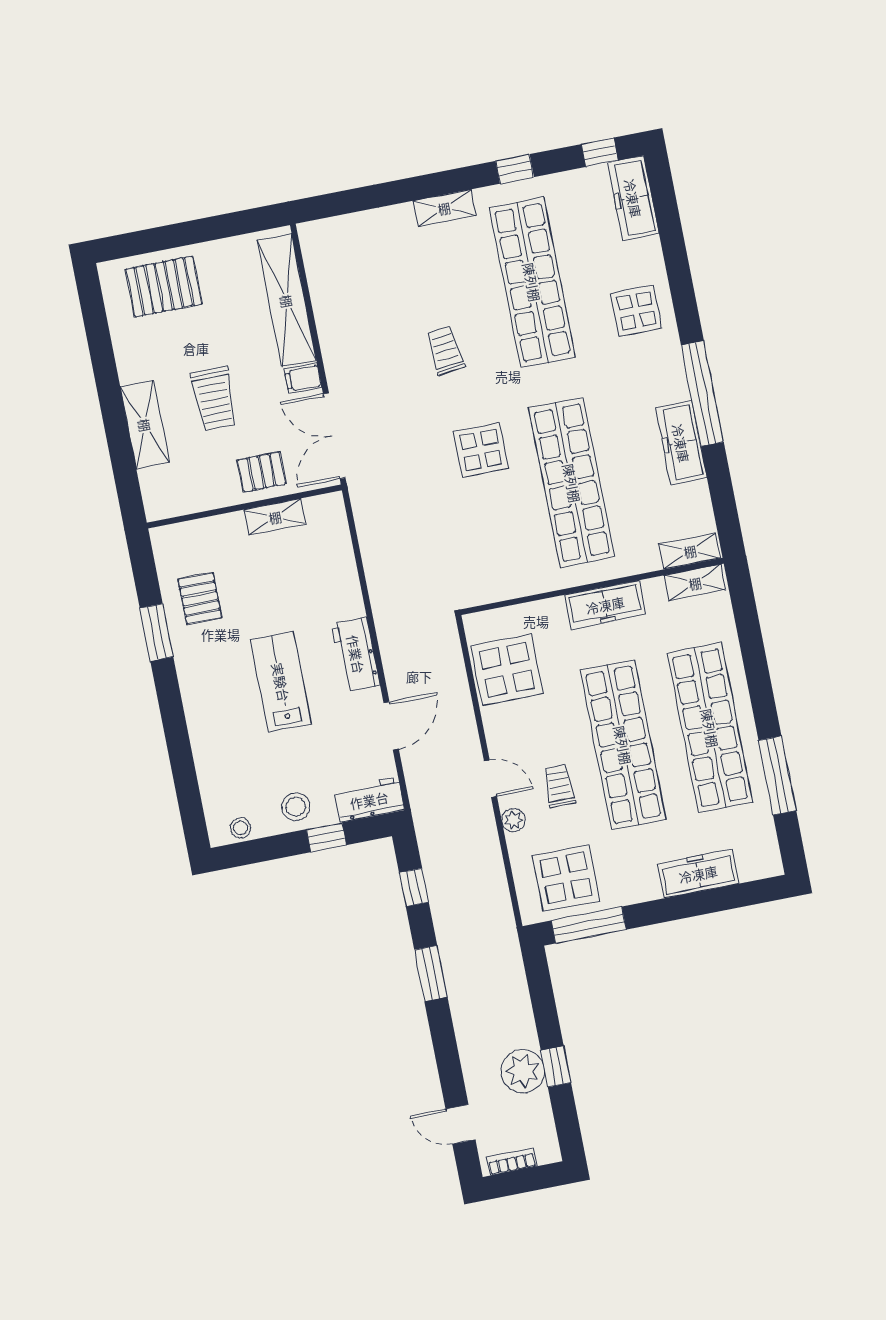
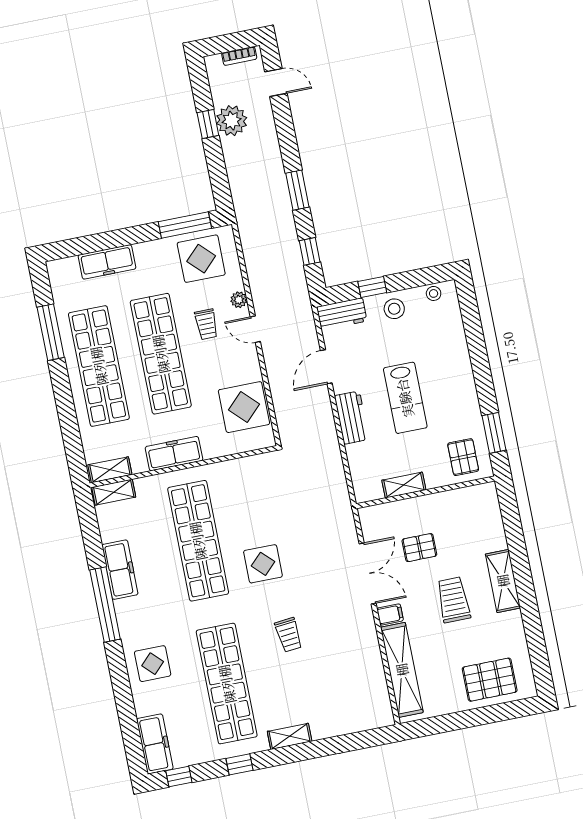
wall: (244, 507) -> (426, 492), moved
shelving: (275, 517) -> (404, 485), moved

